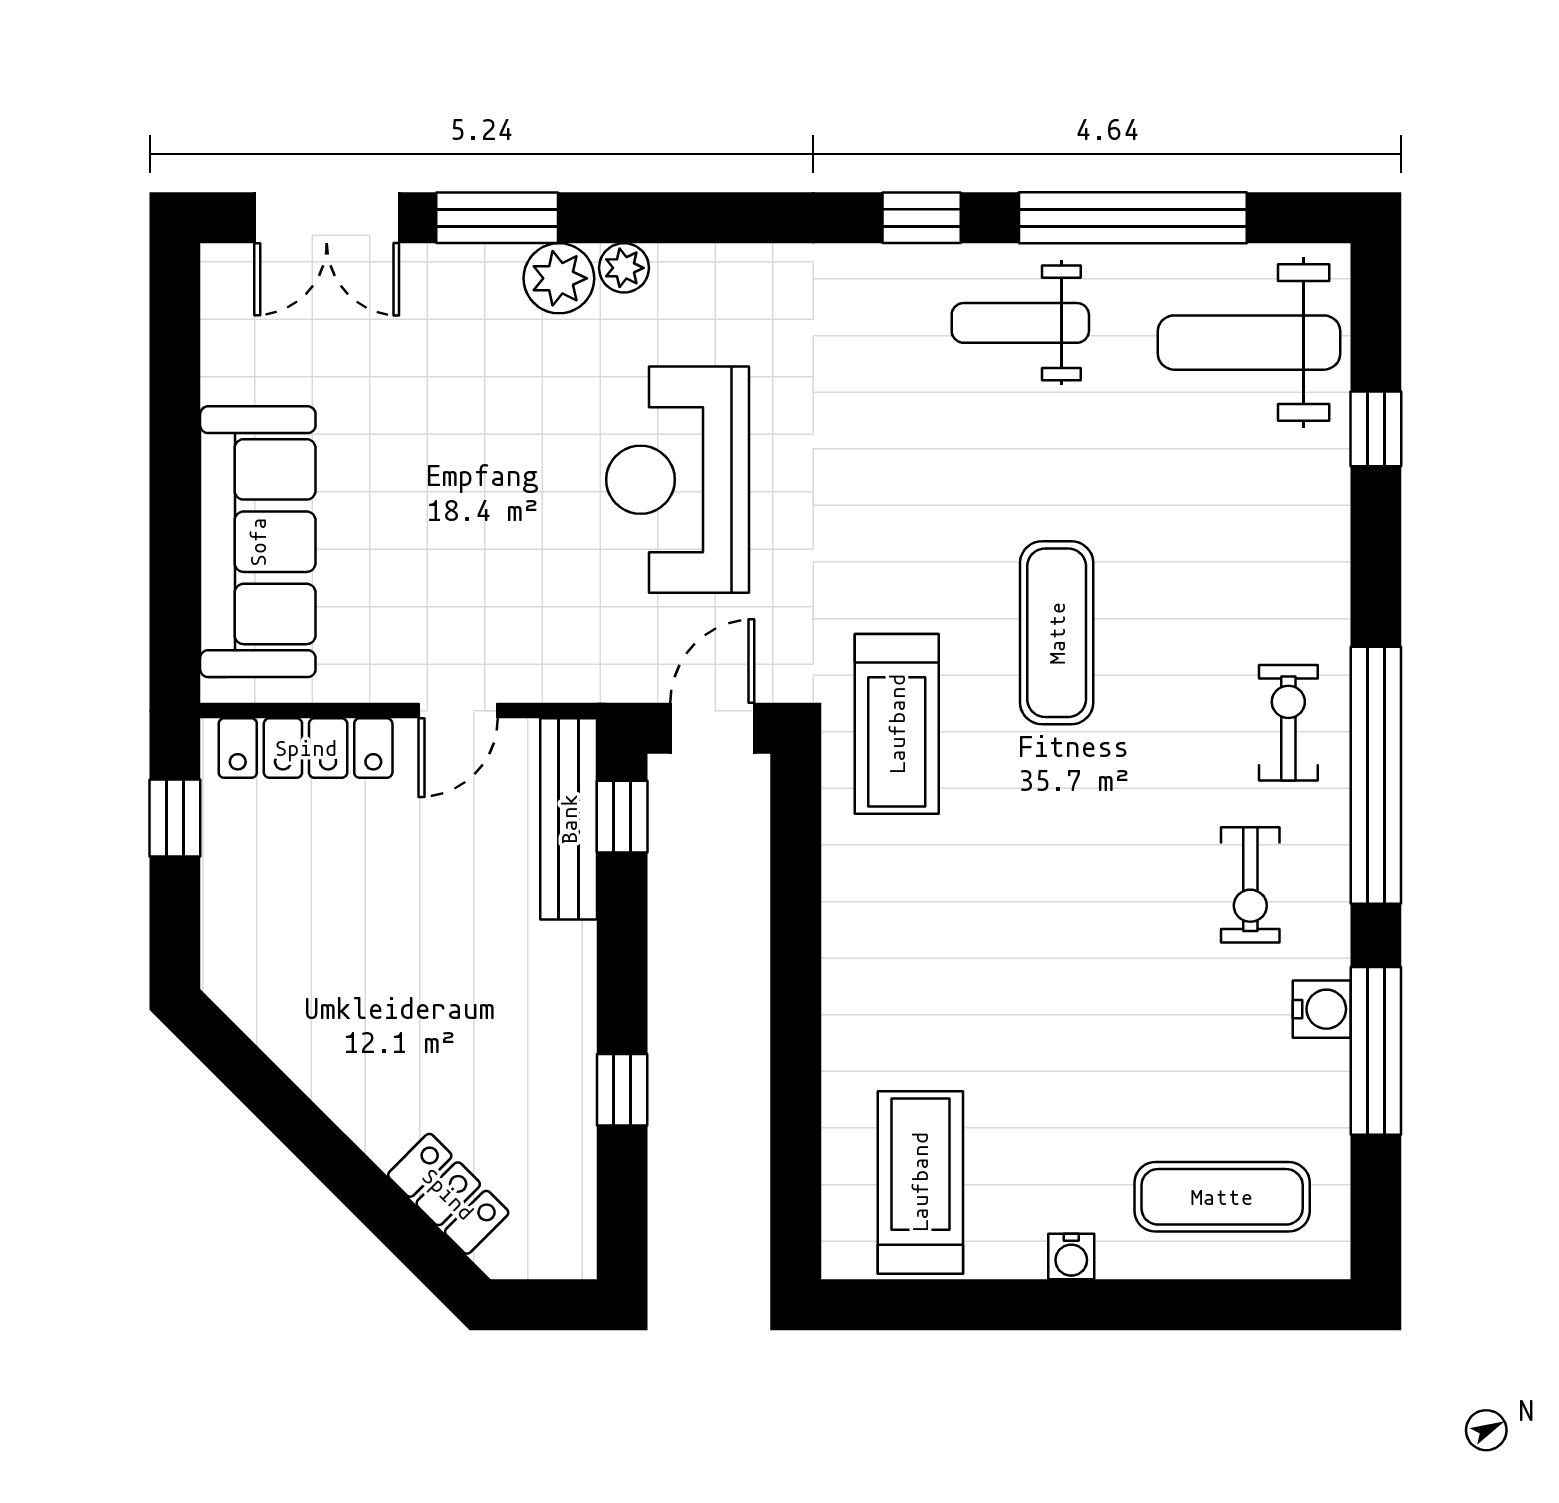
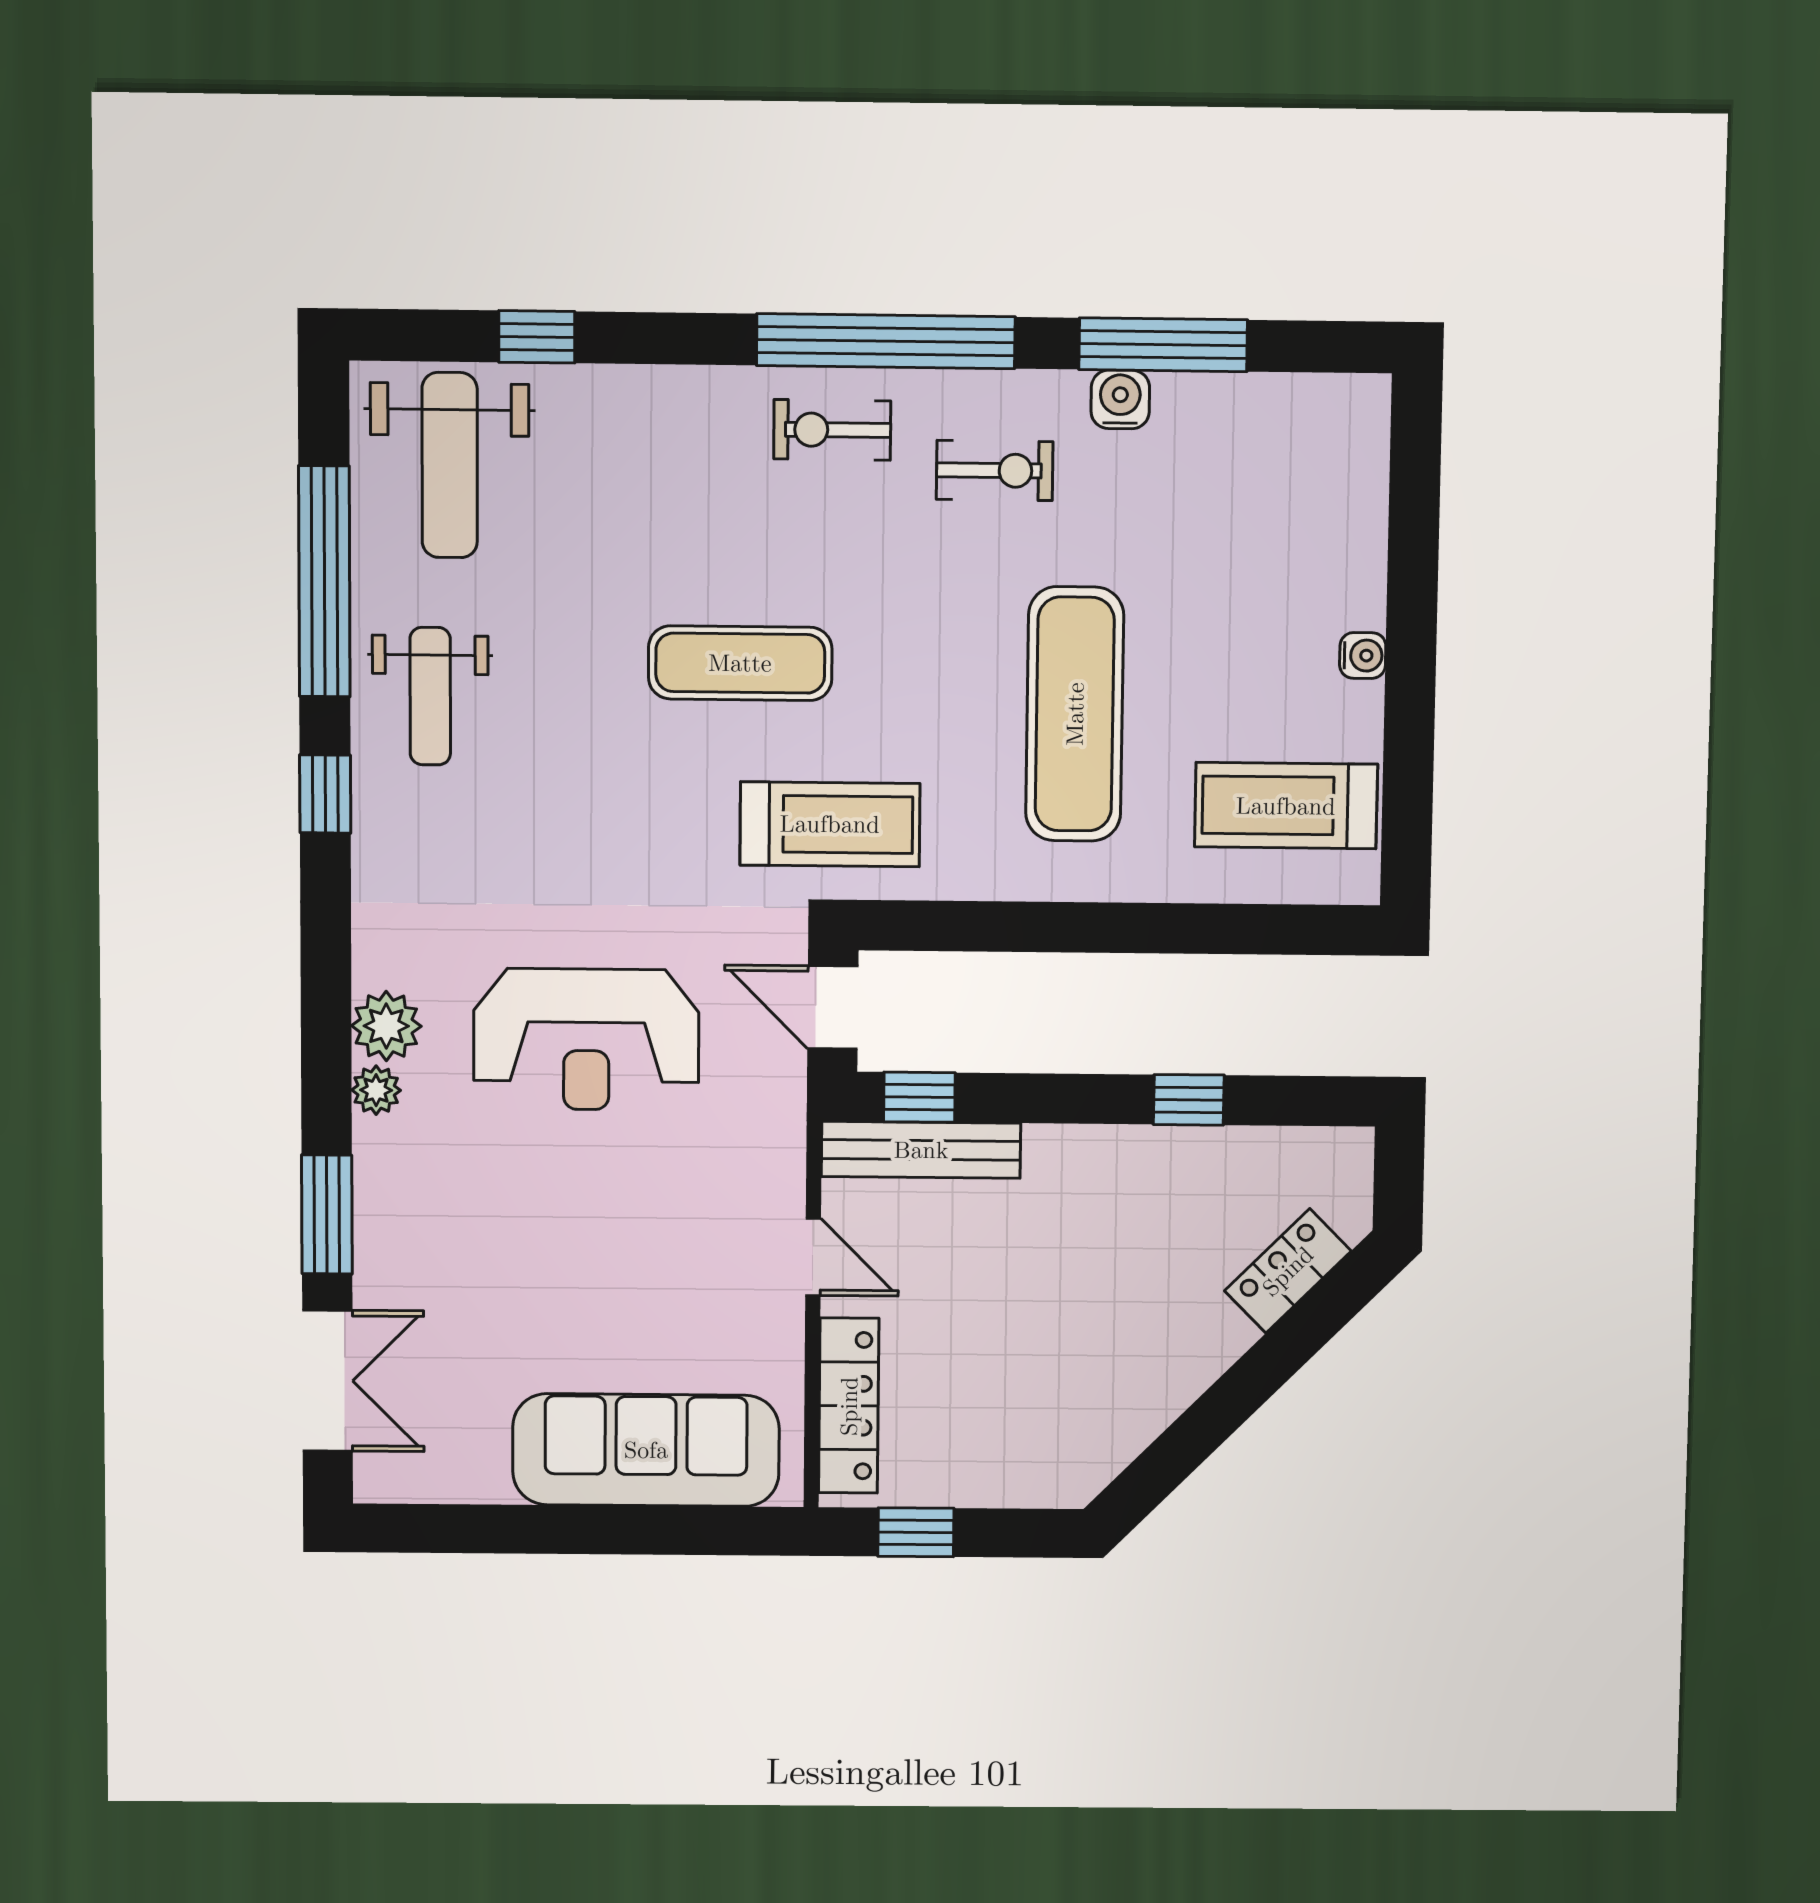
plant: (559, 278) -> (386, 1026), moved
exercise mat: (1222, 1197) -> (1075, 714), moved, width x1.36, depth x1.45

